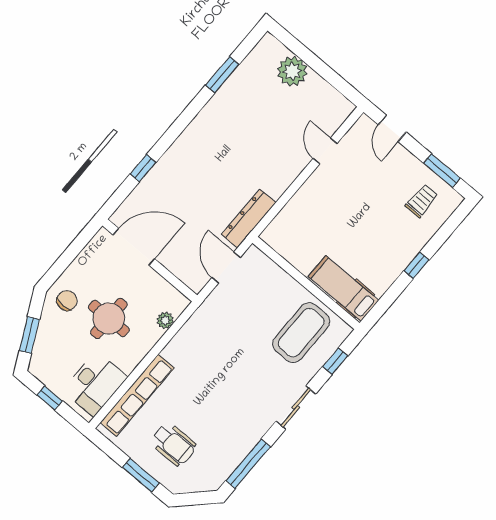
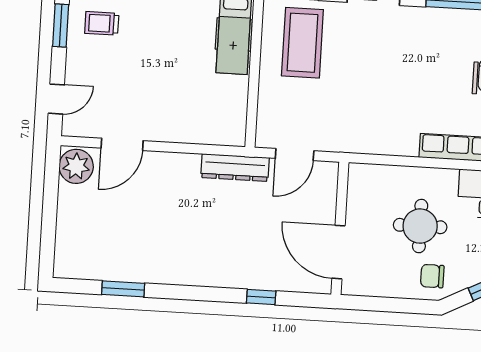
plant: (292, 71) -> (76, 166), moved
door: (325, 151) -> (122, 144), width x1.38
plant: (165, 320) -> (384, 174), removed
coffee table: (301, 333) -> (302, 43), turned 90

